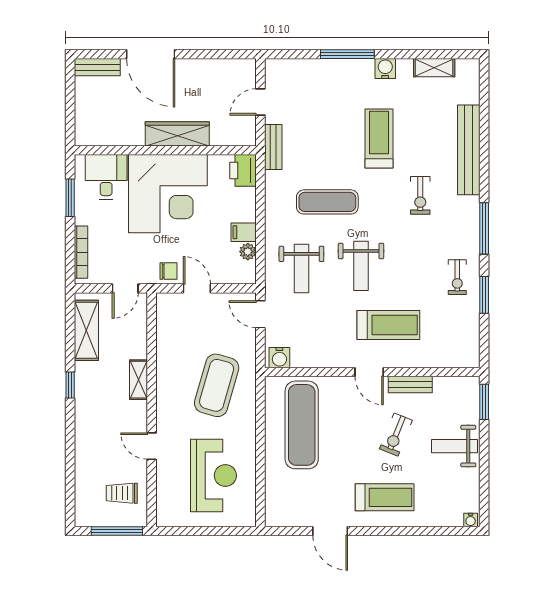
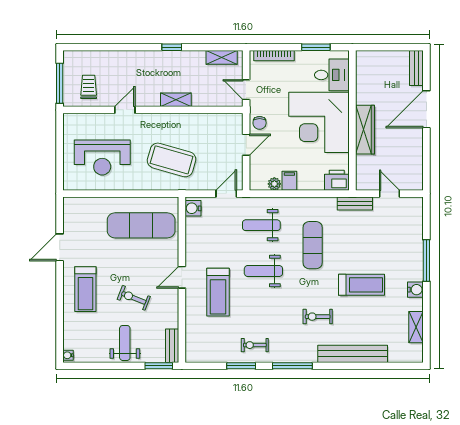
shelving: (86, 330) -> (222, 57), width x0.67, depth x0.75
bench: (410, 385) -> (172, 346), moved

